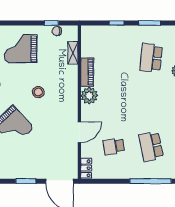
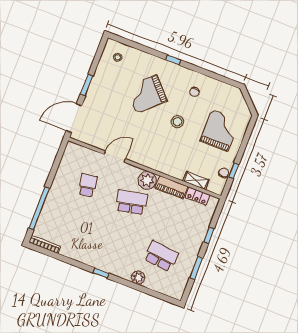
stool: (38, 92) -> (177, 122), moved
door: (79, 132) -> (115, 157), swing flipped
school desk: (151, 146) -> (132, 202), moved
locker: (86, 168) -> (197, 196), moved

